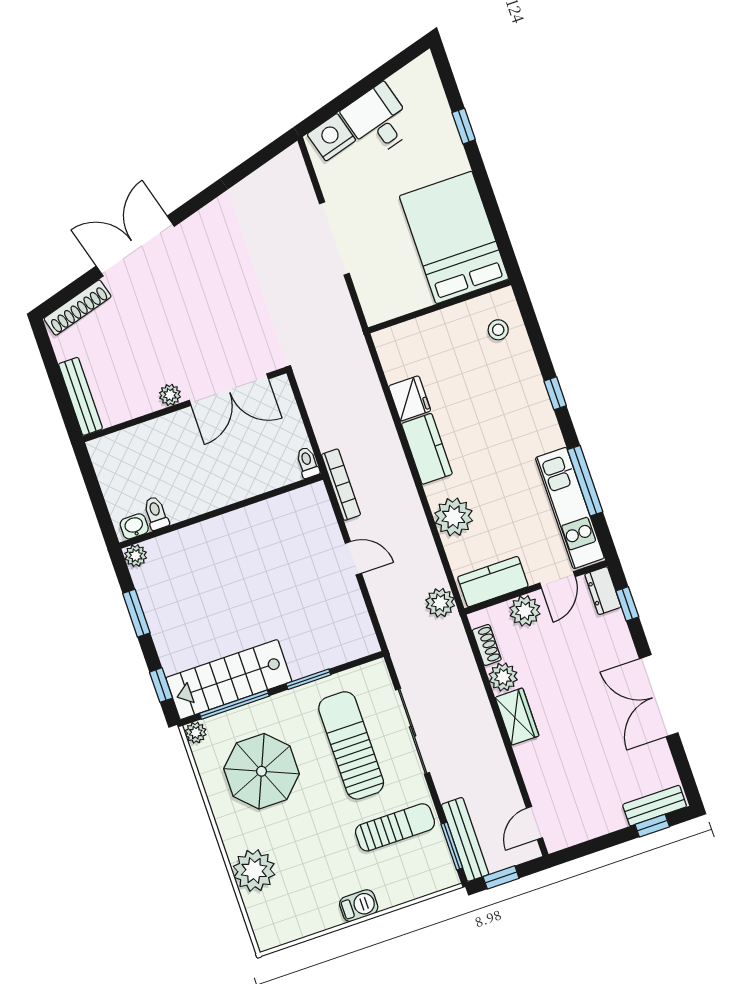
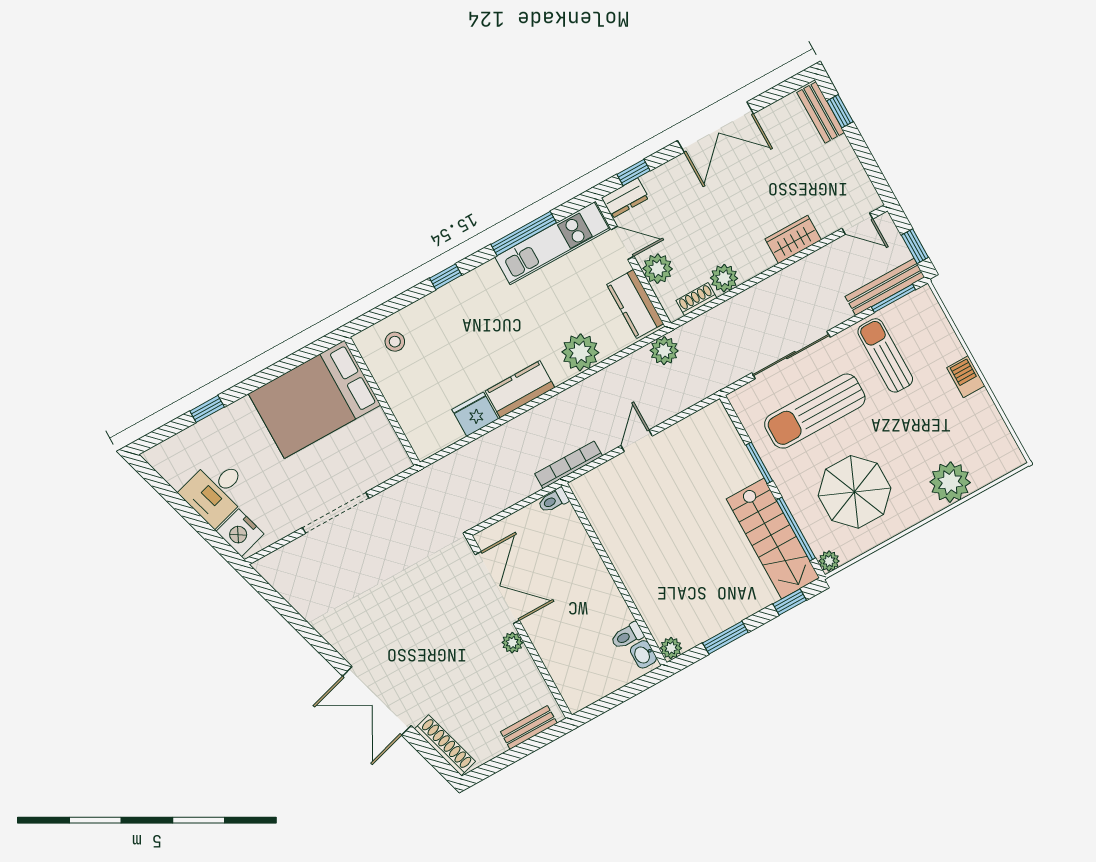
bench: (80, 396) -> (529, 727), width x0.73
wardrobe: (517, 717) -> (793, 239), moved

